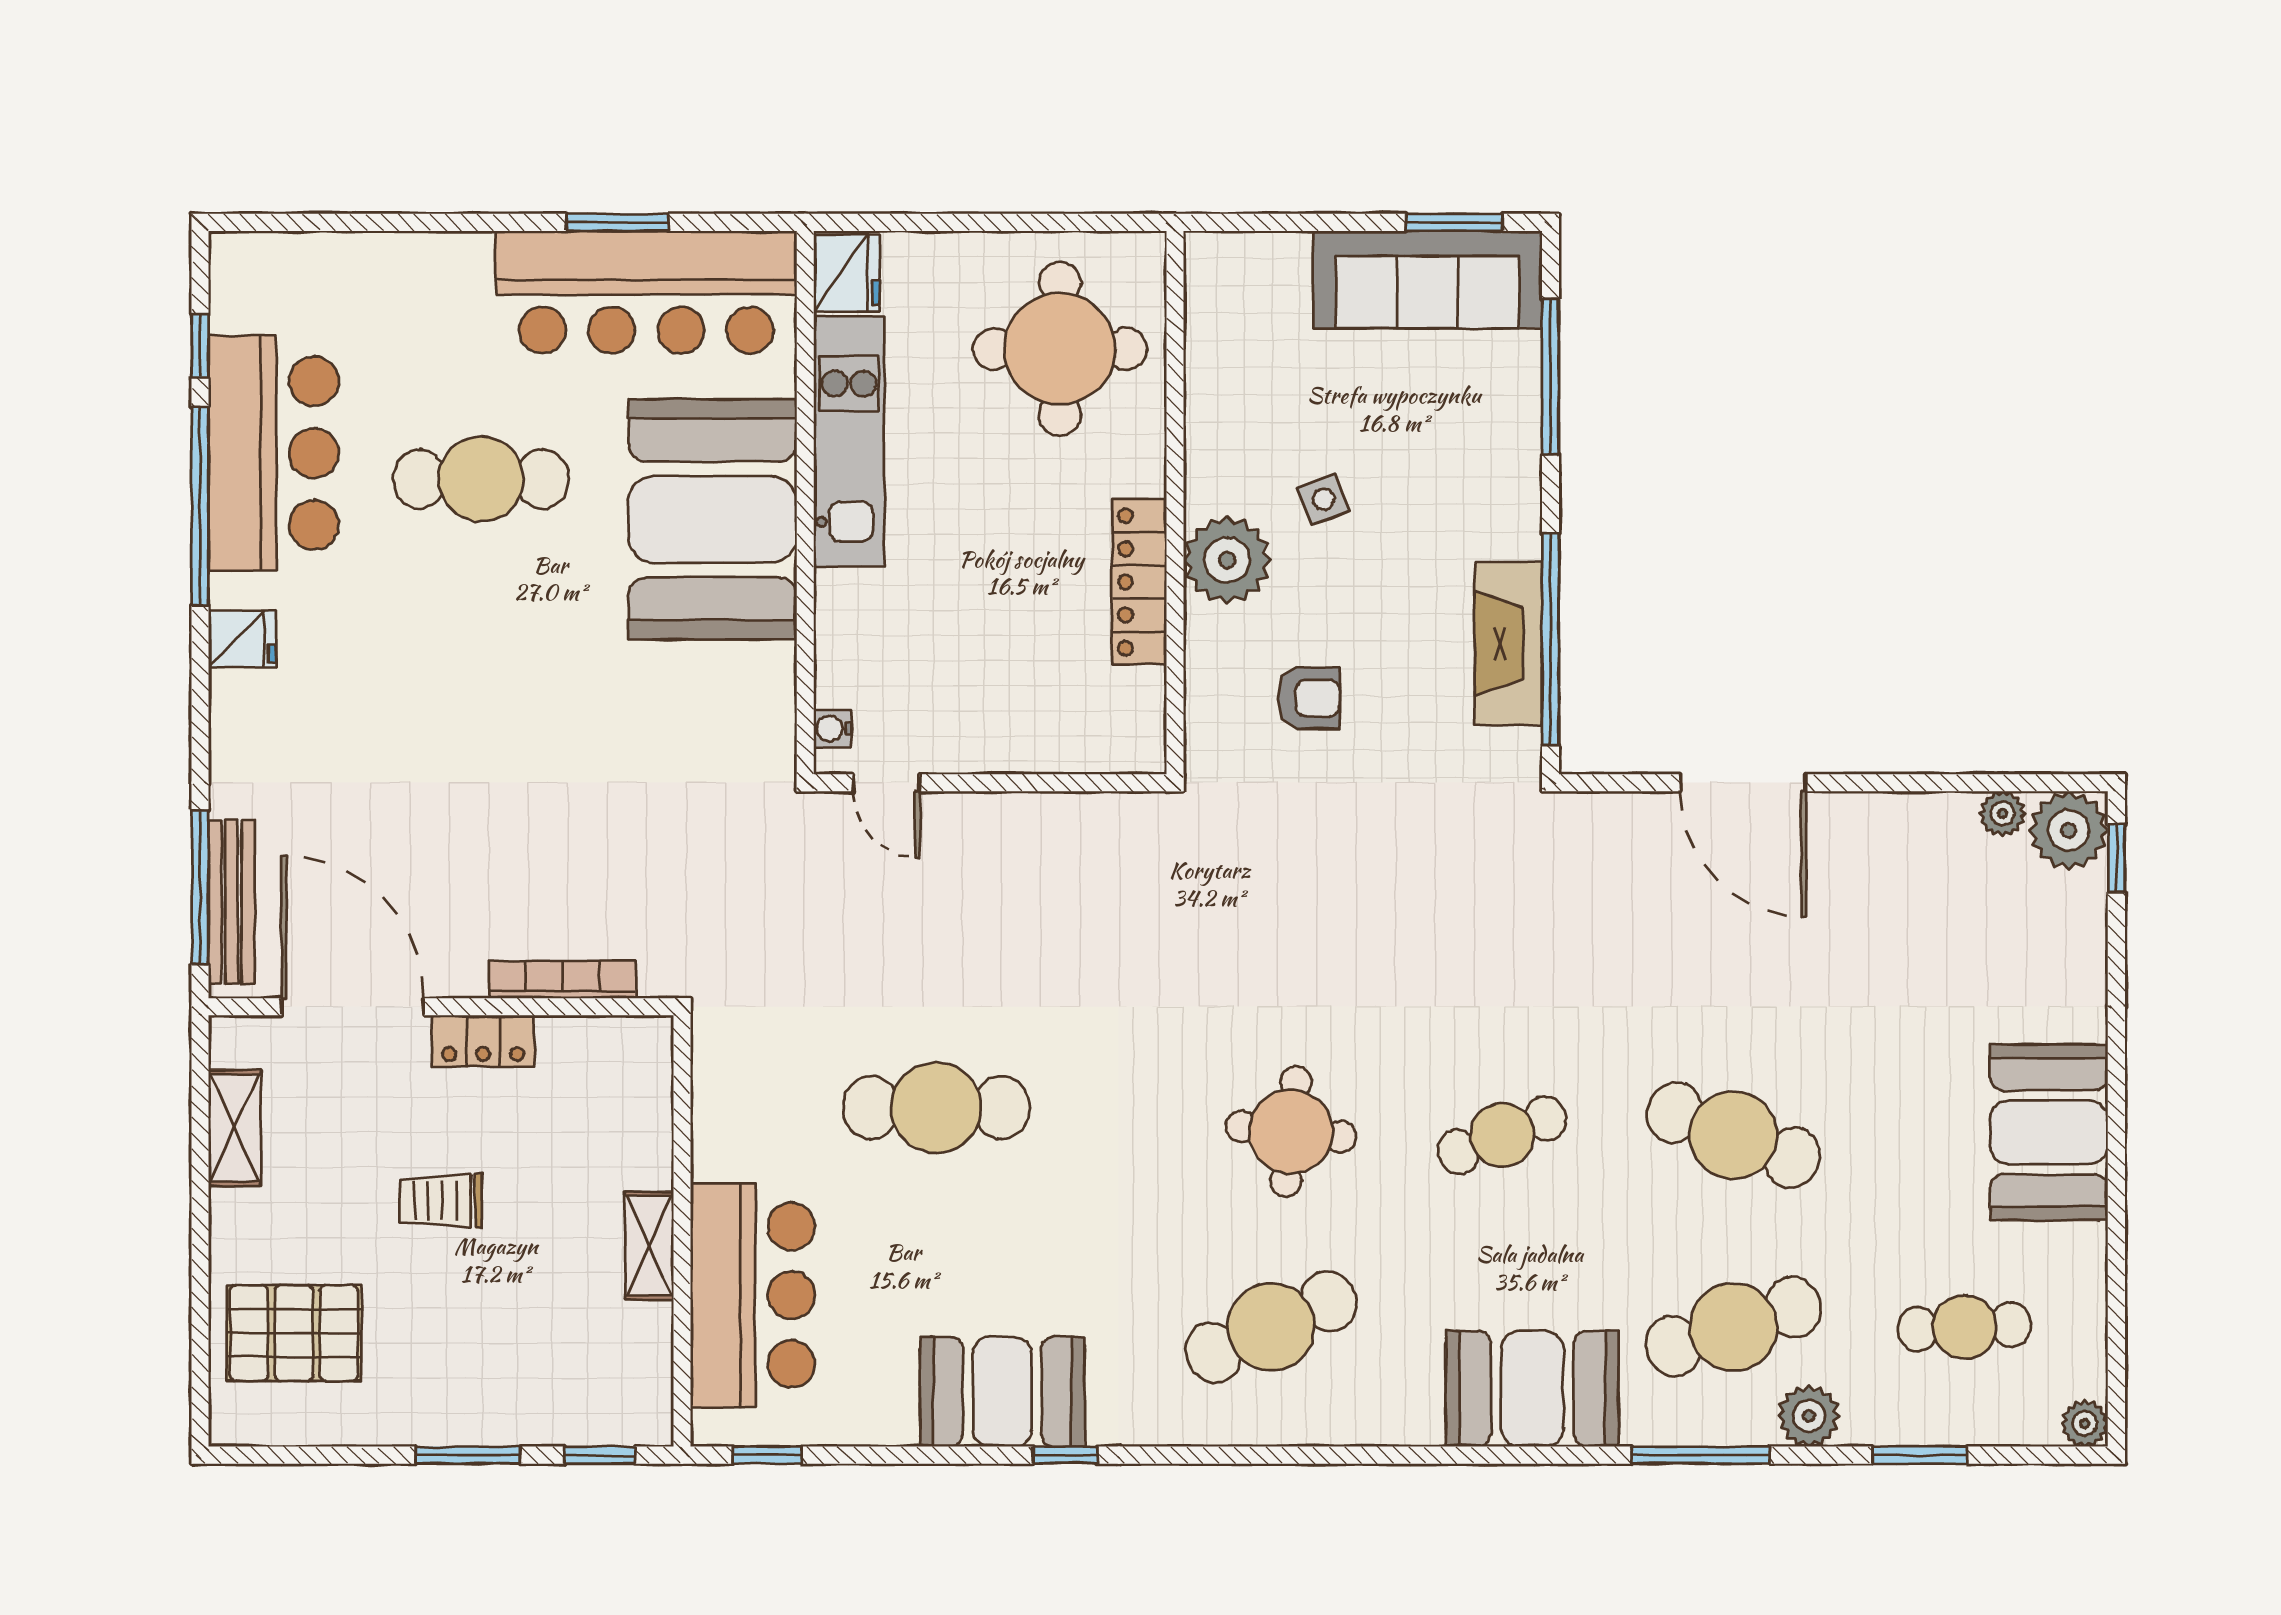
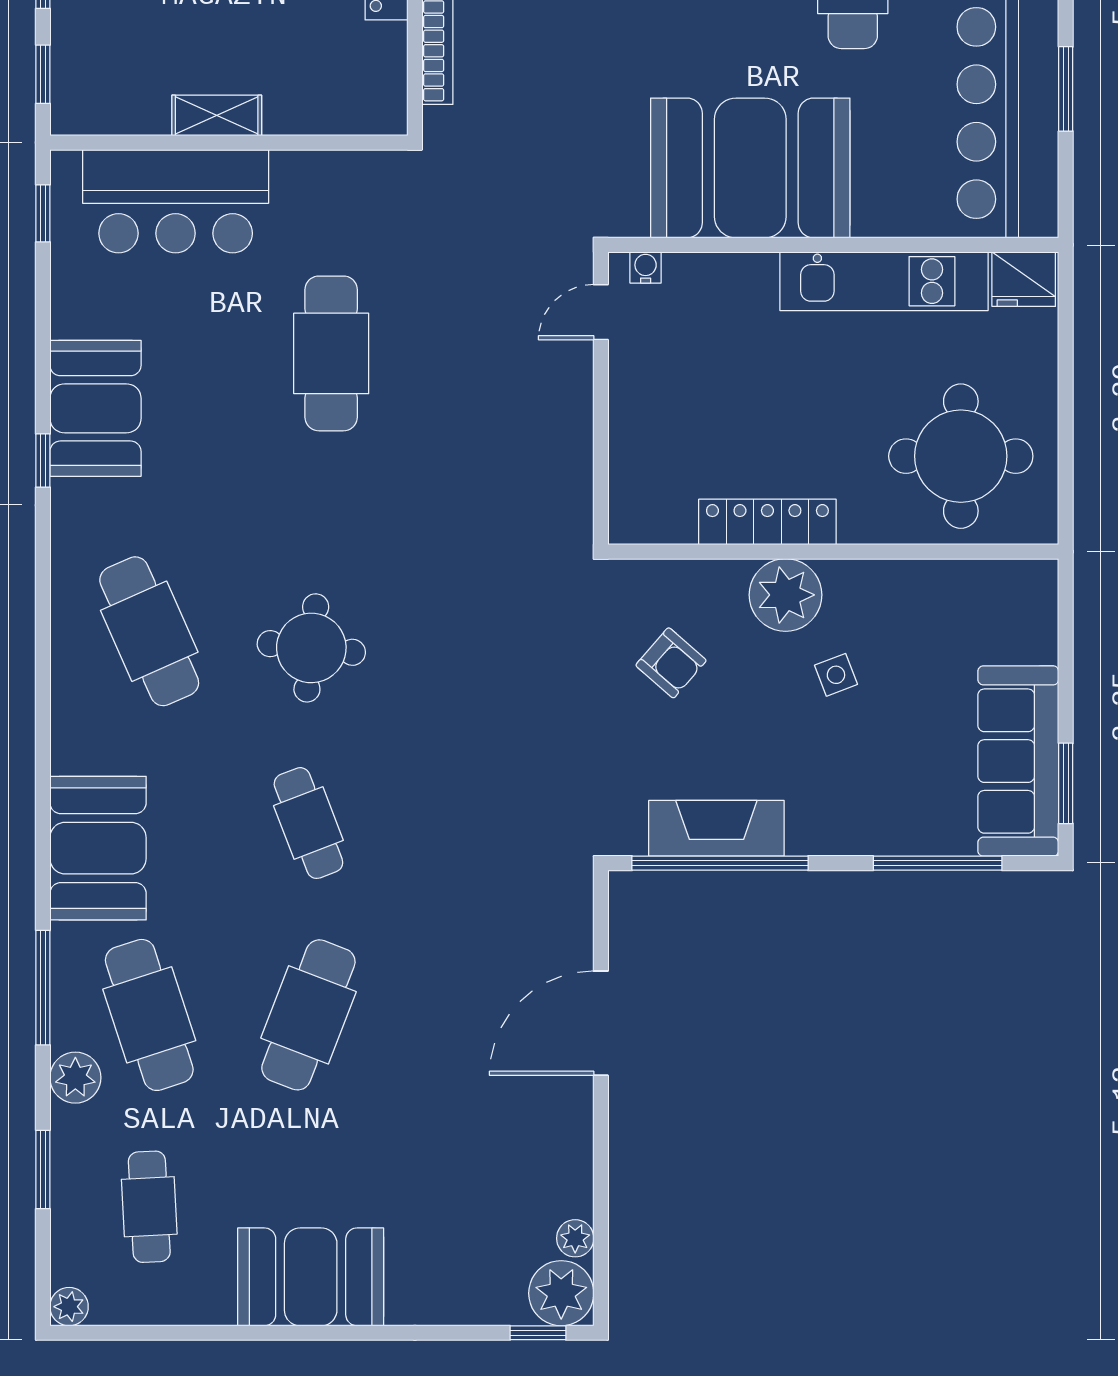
booth: (713, 519) -> (750, 168), moved
armchair: (1309, 698) -> (671, 663), turned -49

